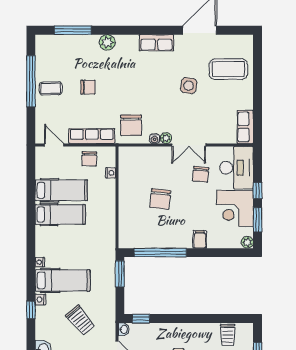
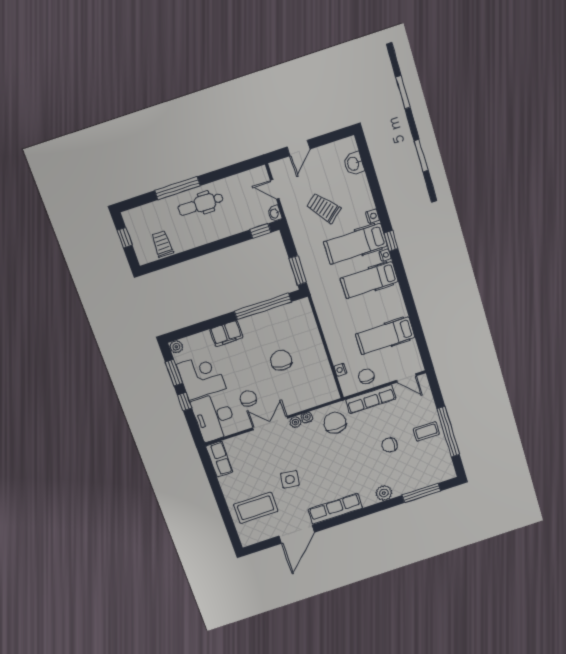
row of seats: (157, 43) -> (335, 509), width x1.48
hospital bed: (60, 214) -> (369, 280), moved
filing cabinet: (200, 239) -> (226, 333), width x2.00
window: (31, 310) -> (391, 241), moved

